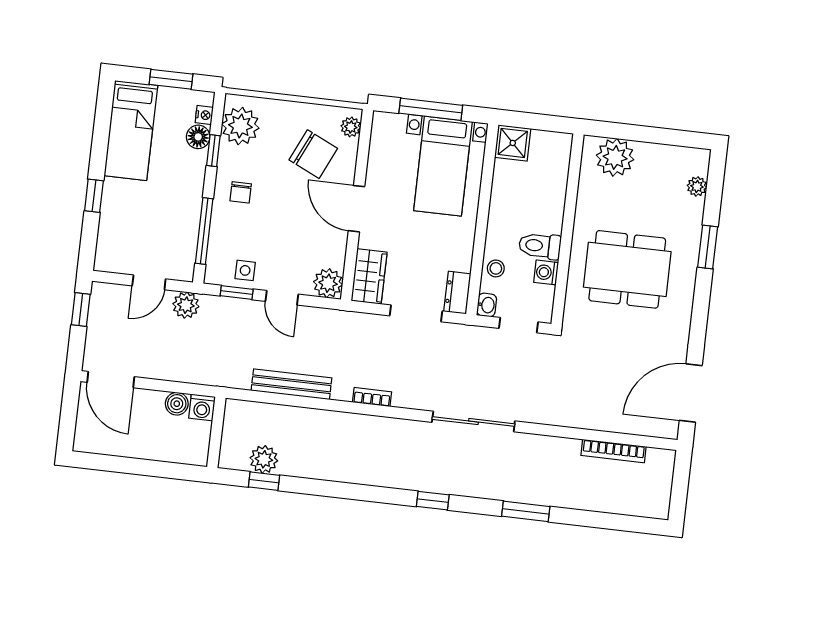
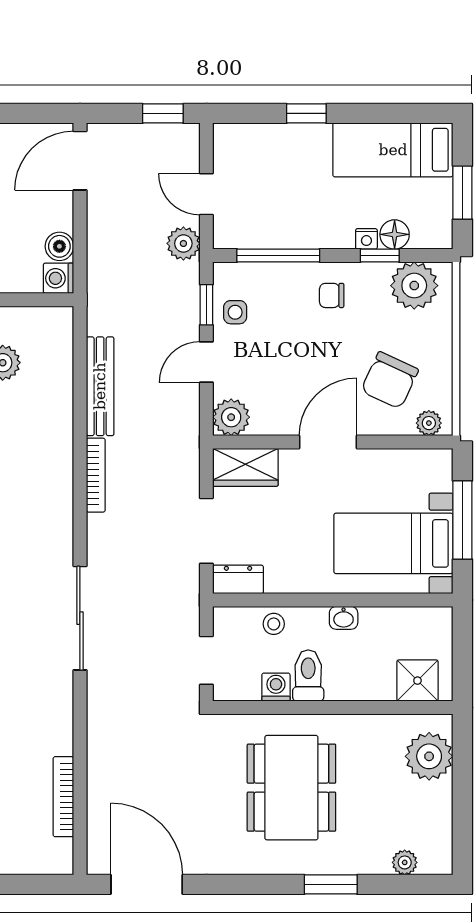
nightstand: (204, 115) -> (366, 239), moved
shower: (513, 143) -> (417, 681), moved
washbasin: (487, 305) -> (344, 618), moved
bookcase: (372, 397) -> (96, 475), width x1.56

